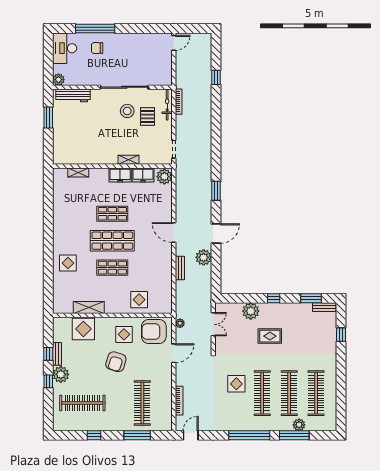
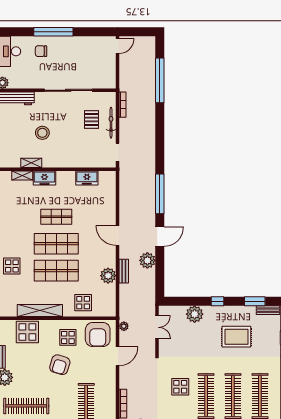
window: (95, 29) -> (53, 32), moved
window: (216, 77) -> (160, 80), width x3.17
bicycle: (167, 104) -> (111, 123), moved
stool: (127, 111) -> (42, 133), moved
shelving: (128, 160) -> (31, 163), moved
freezer: (120, 175) -> (45, 178), moved
plant: (164, 177) -> (108, 276), moved
window: (216, 191) -> (160, 194), width x2.11
shop shelf: (112, 268) -> (56, 271), width x1.43, depth x1.36
shelving: (89, 307) -> (40, 310), width x1.47
armchair: (154, 332) -> (98, 334), turned -90
rug: (270, 336) -> (236, 337), moved, width x1.36, depth x1.43

